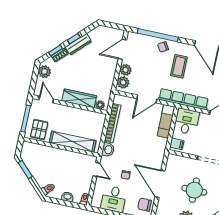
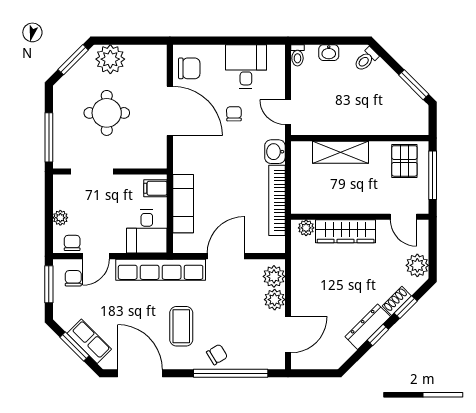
exam couch: (166, 121) -> (183, 204), moved
shelving: (73, 142) -> (341, 152), width x0.68

